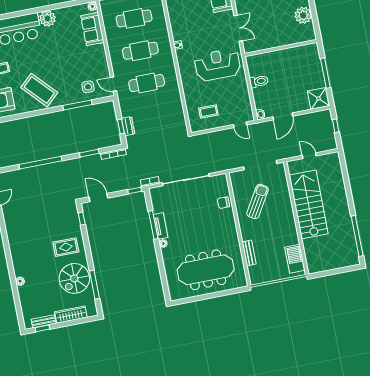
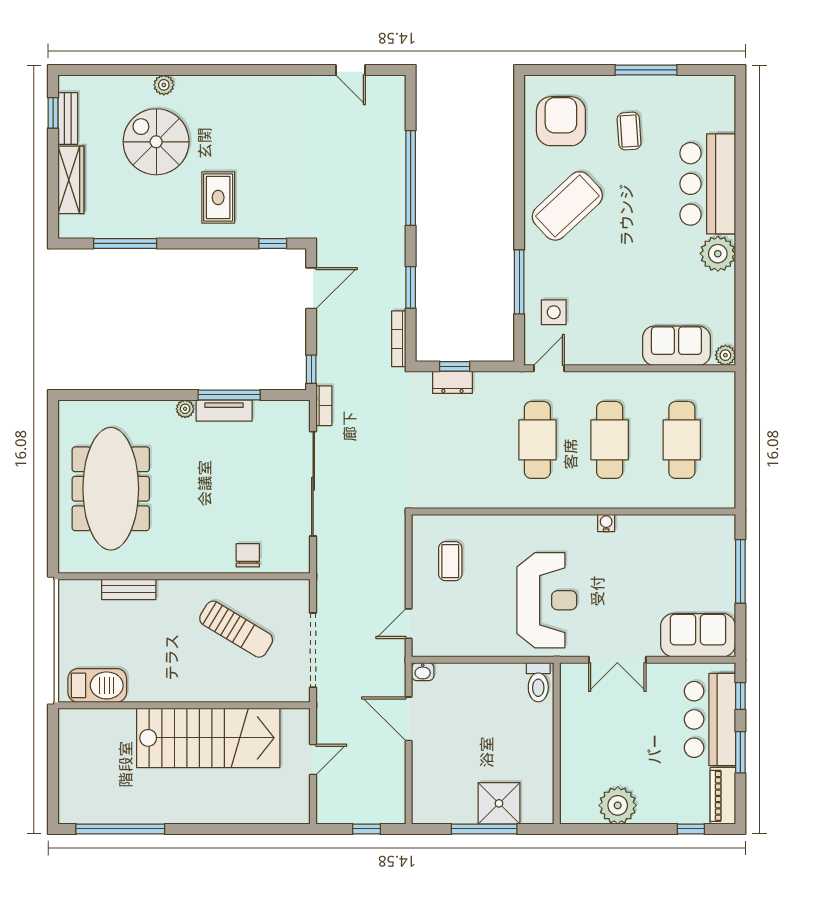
toilet: (259, 81) -> (538, 682), moved
shower: (318, 98) -> (499, 803), moved
spiral stairs: (74, 278) -> (156, 142), moved

